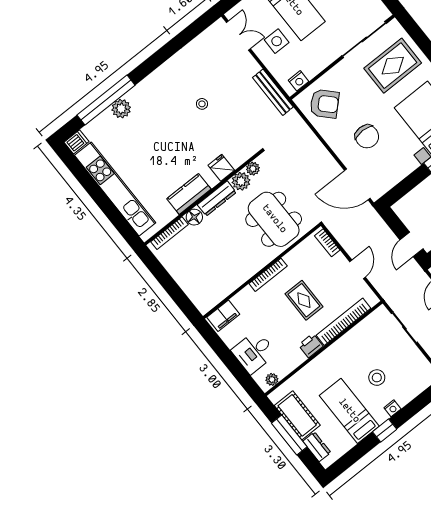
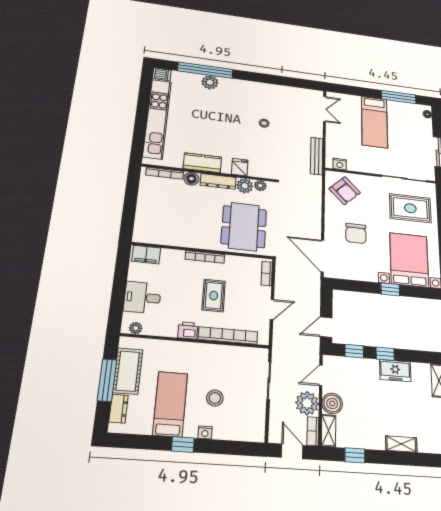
side table: (277, 41) -> (346, 132), removed

